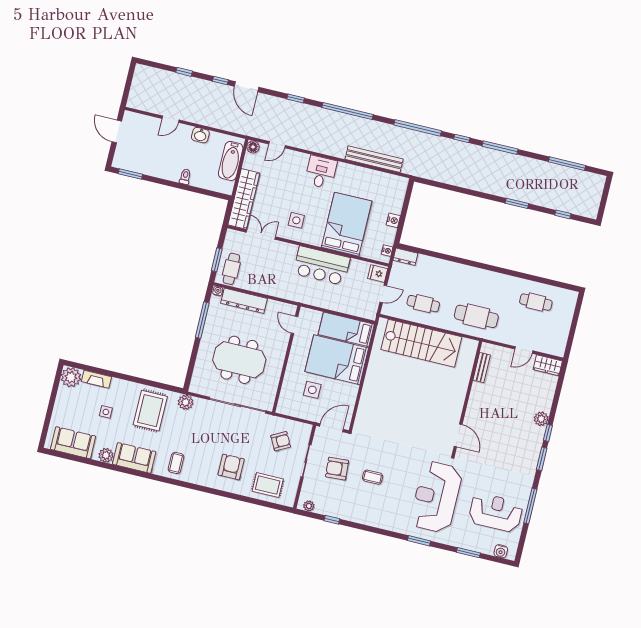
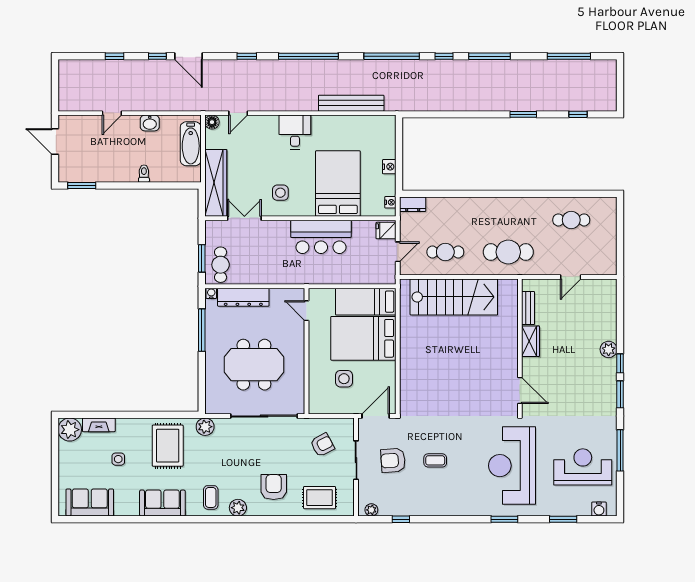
wardrobe: (548, 365) -> (531, 341), moved, turned -90
plant: (106, 455) -> (238, 508), moved

